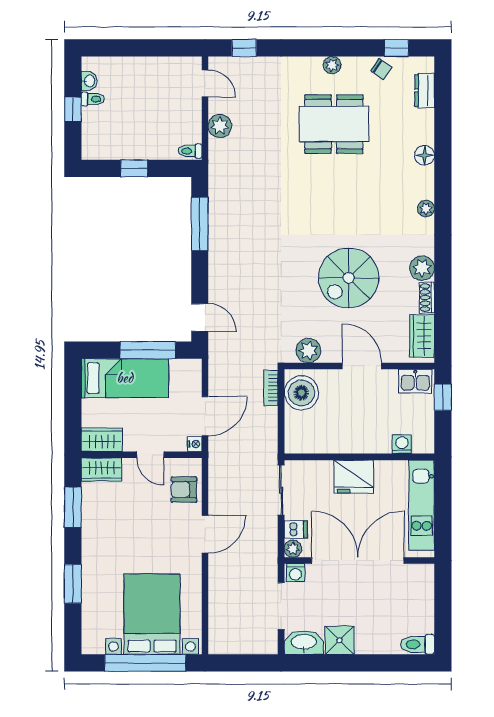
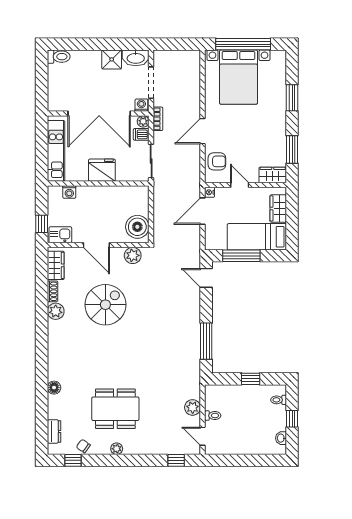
toilet: (93, 99) -> (279, 400), moved
toilet: (190, 151) -> (213, 415), moved
plant: (426, 209) -> (53, 352), removed
bookcase: (271, 388) -> (158, 119), moved
wardrobe: (102, 440) -> (278, 208), moved, turned 90

